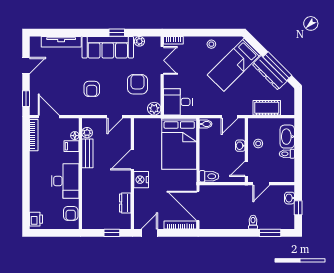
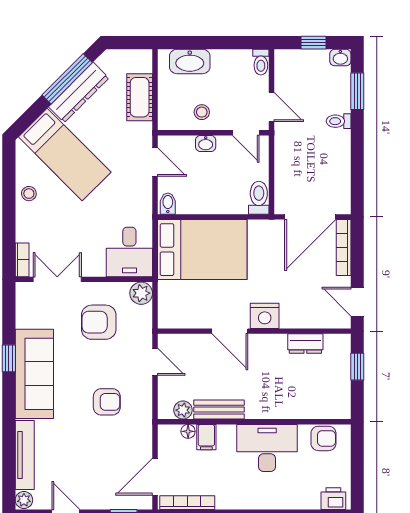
plant: (139, 41) -> (24, 500), moved
toilet: (287, 154) -> (261, 62), moved
washbasin: (290, 198) -> (340, 58), moved

